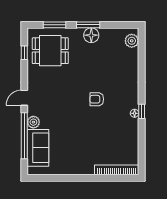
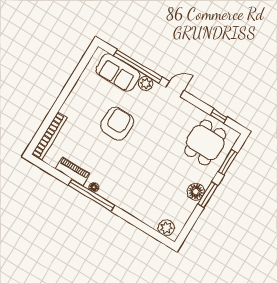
door: (24, 98) -> (175, 89), hinge flipped
armchair: (97, 99) -> (117, 124), moved, width x1.88, depth x1.88
window: (142, 111) -> (91, 195), width x3.17
piano: (132, 136) -> (73, 171), added

